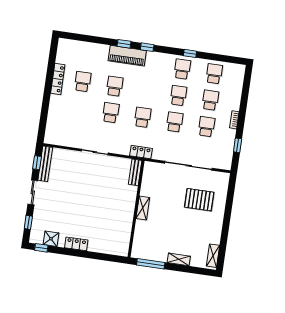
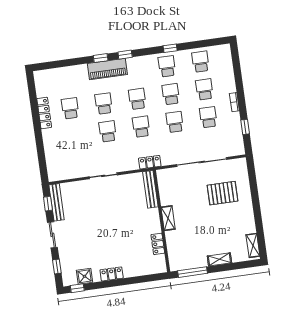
school desk: (147, 91) -> (137, 99), added
bench: (135, 172) -> (150, 189), width x1.36
locker: (127, 229) -> (158, 244), added

